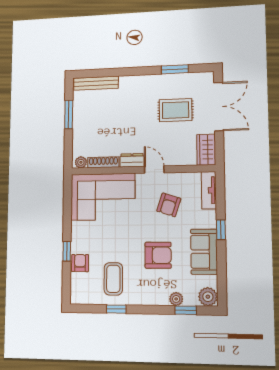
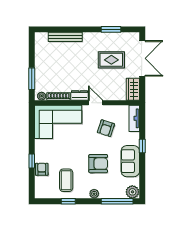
bench: (96, 83) -> (65, 37), moved
window: (69, 114) -> (32, 79), moved
plant: (176, 299) -> (94, 194), moved
window: (186, 310) -> (117, 201), width x2.17

